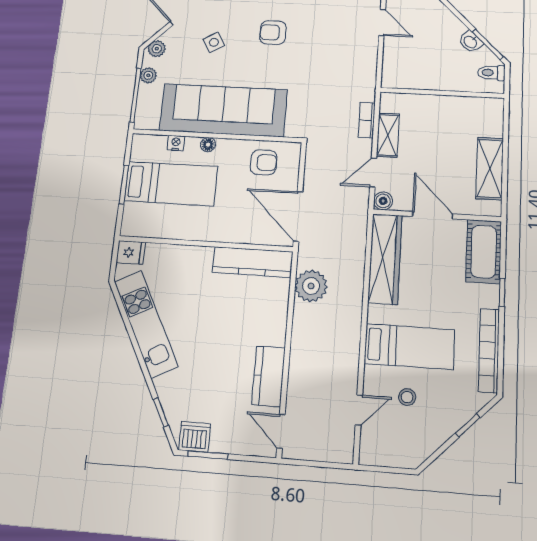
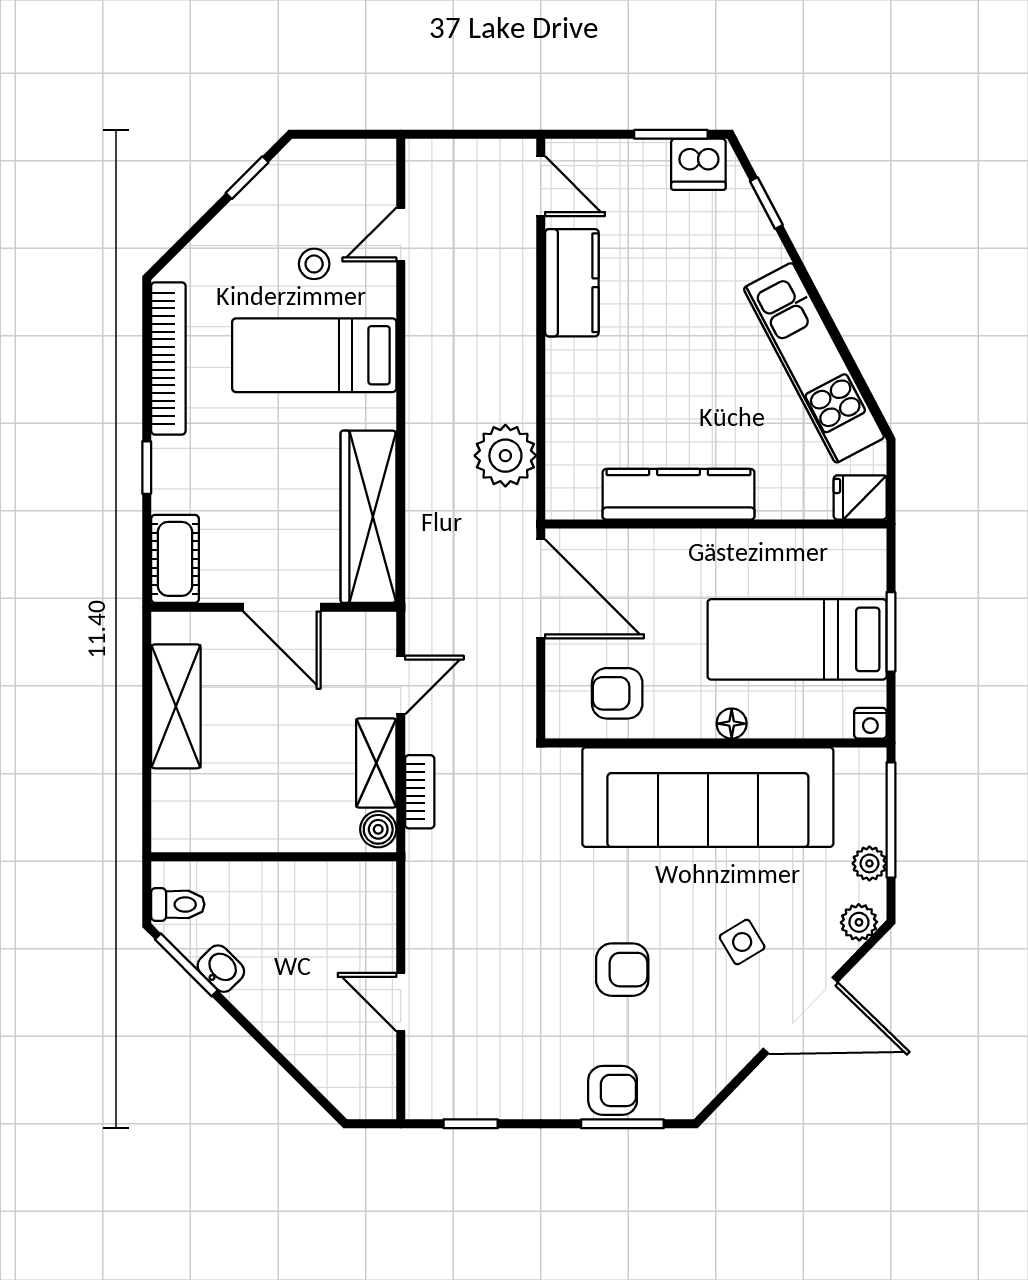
nightstand: (176, 143) -> (870, 723), moved
boiler: (383, 201) -> (378, 829), moved
cot: (484, 252) -> (175, 559), width x0.73, depth x0.75
kitchen counter: (253, 262) -> (678, 494), moved
window: (468, 425) -> (247, 178), moved

